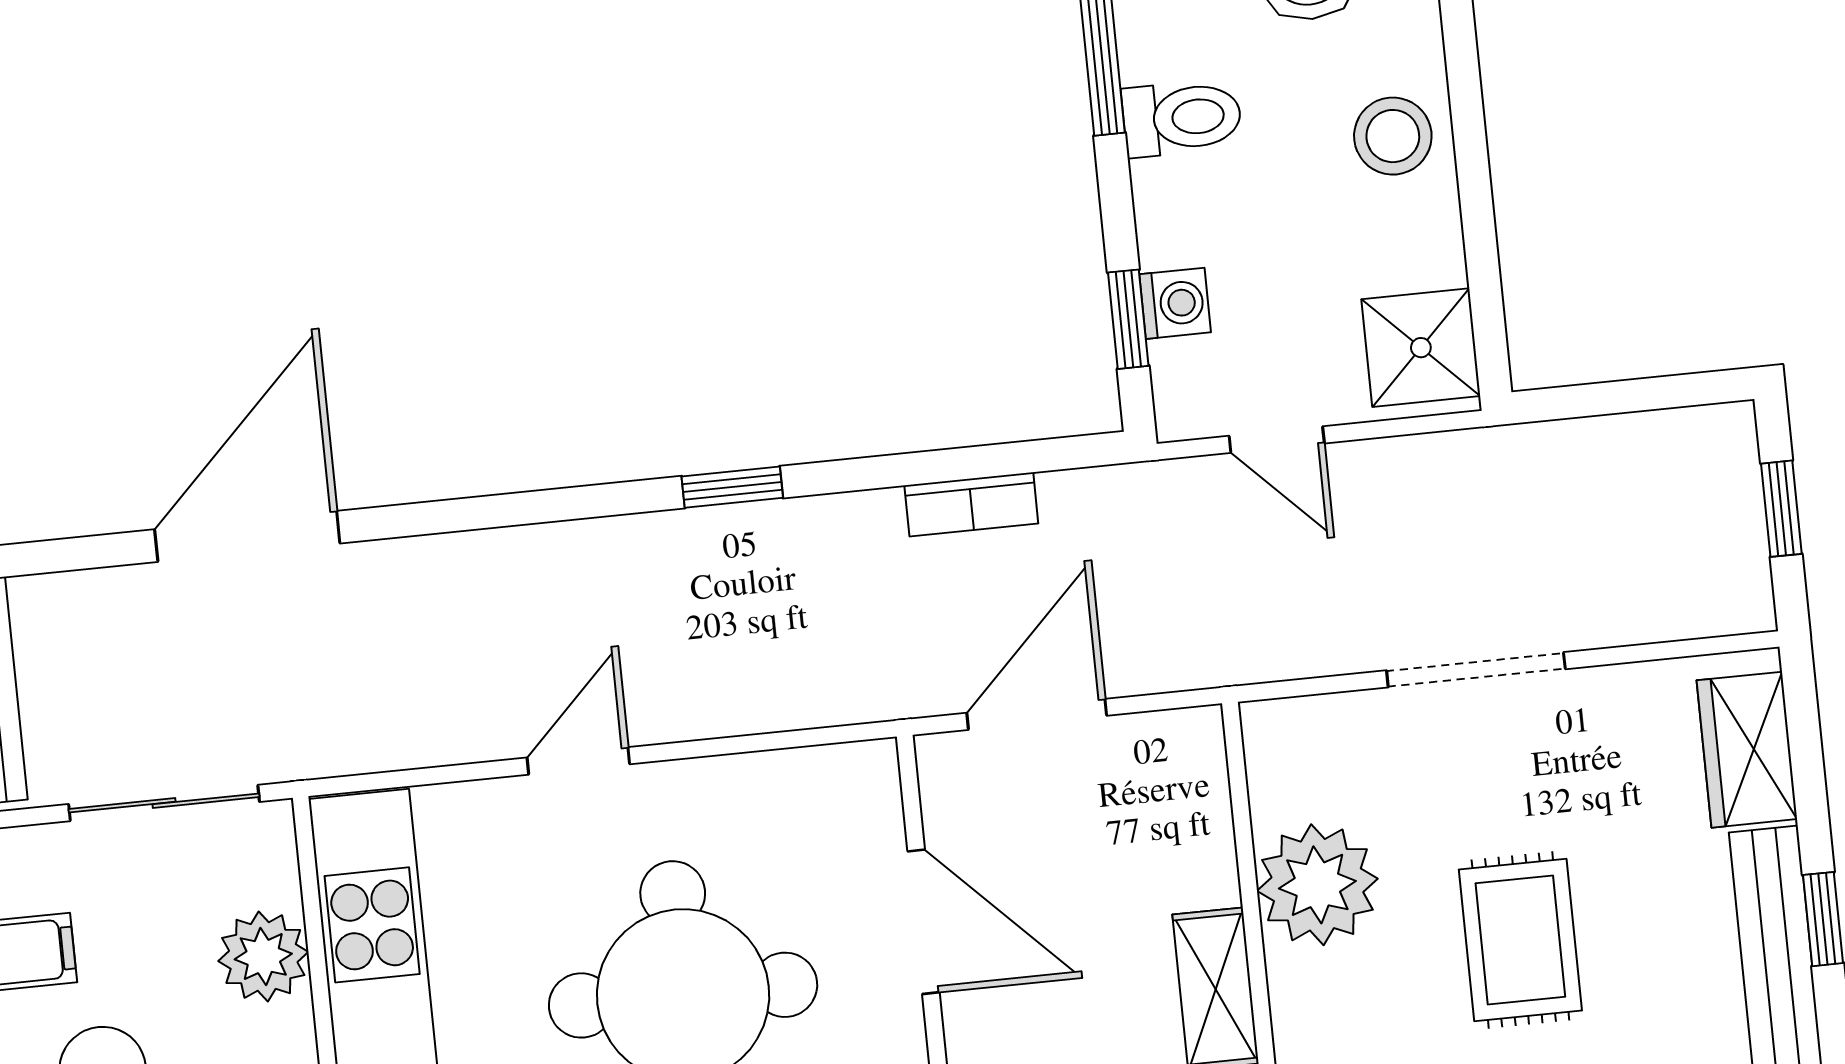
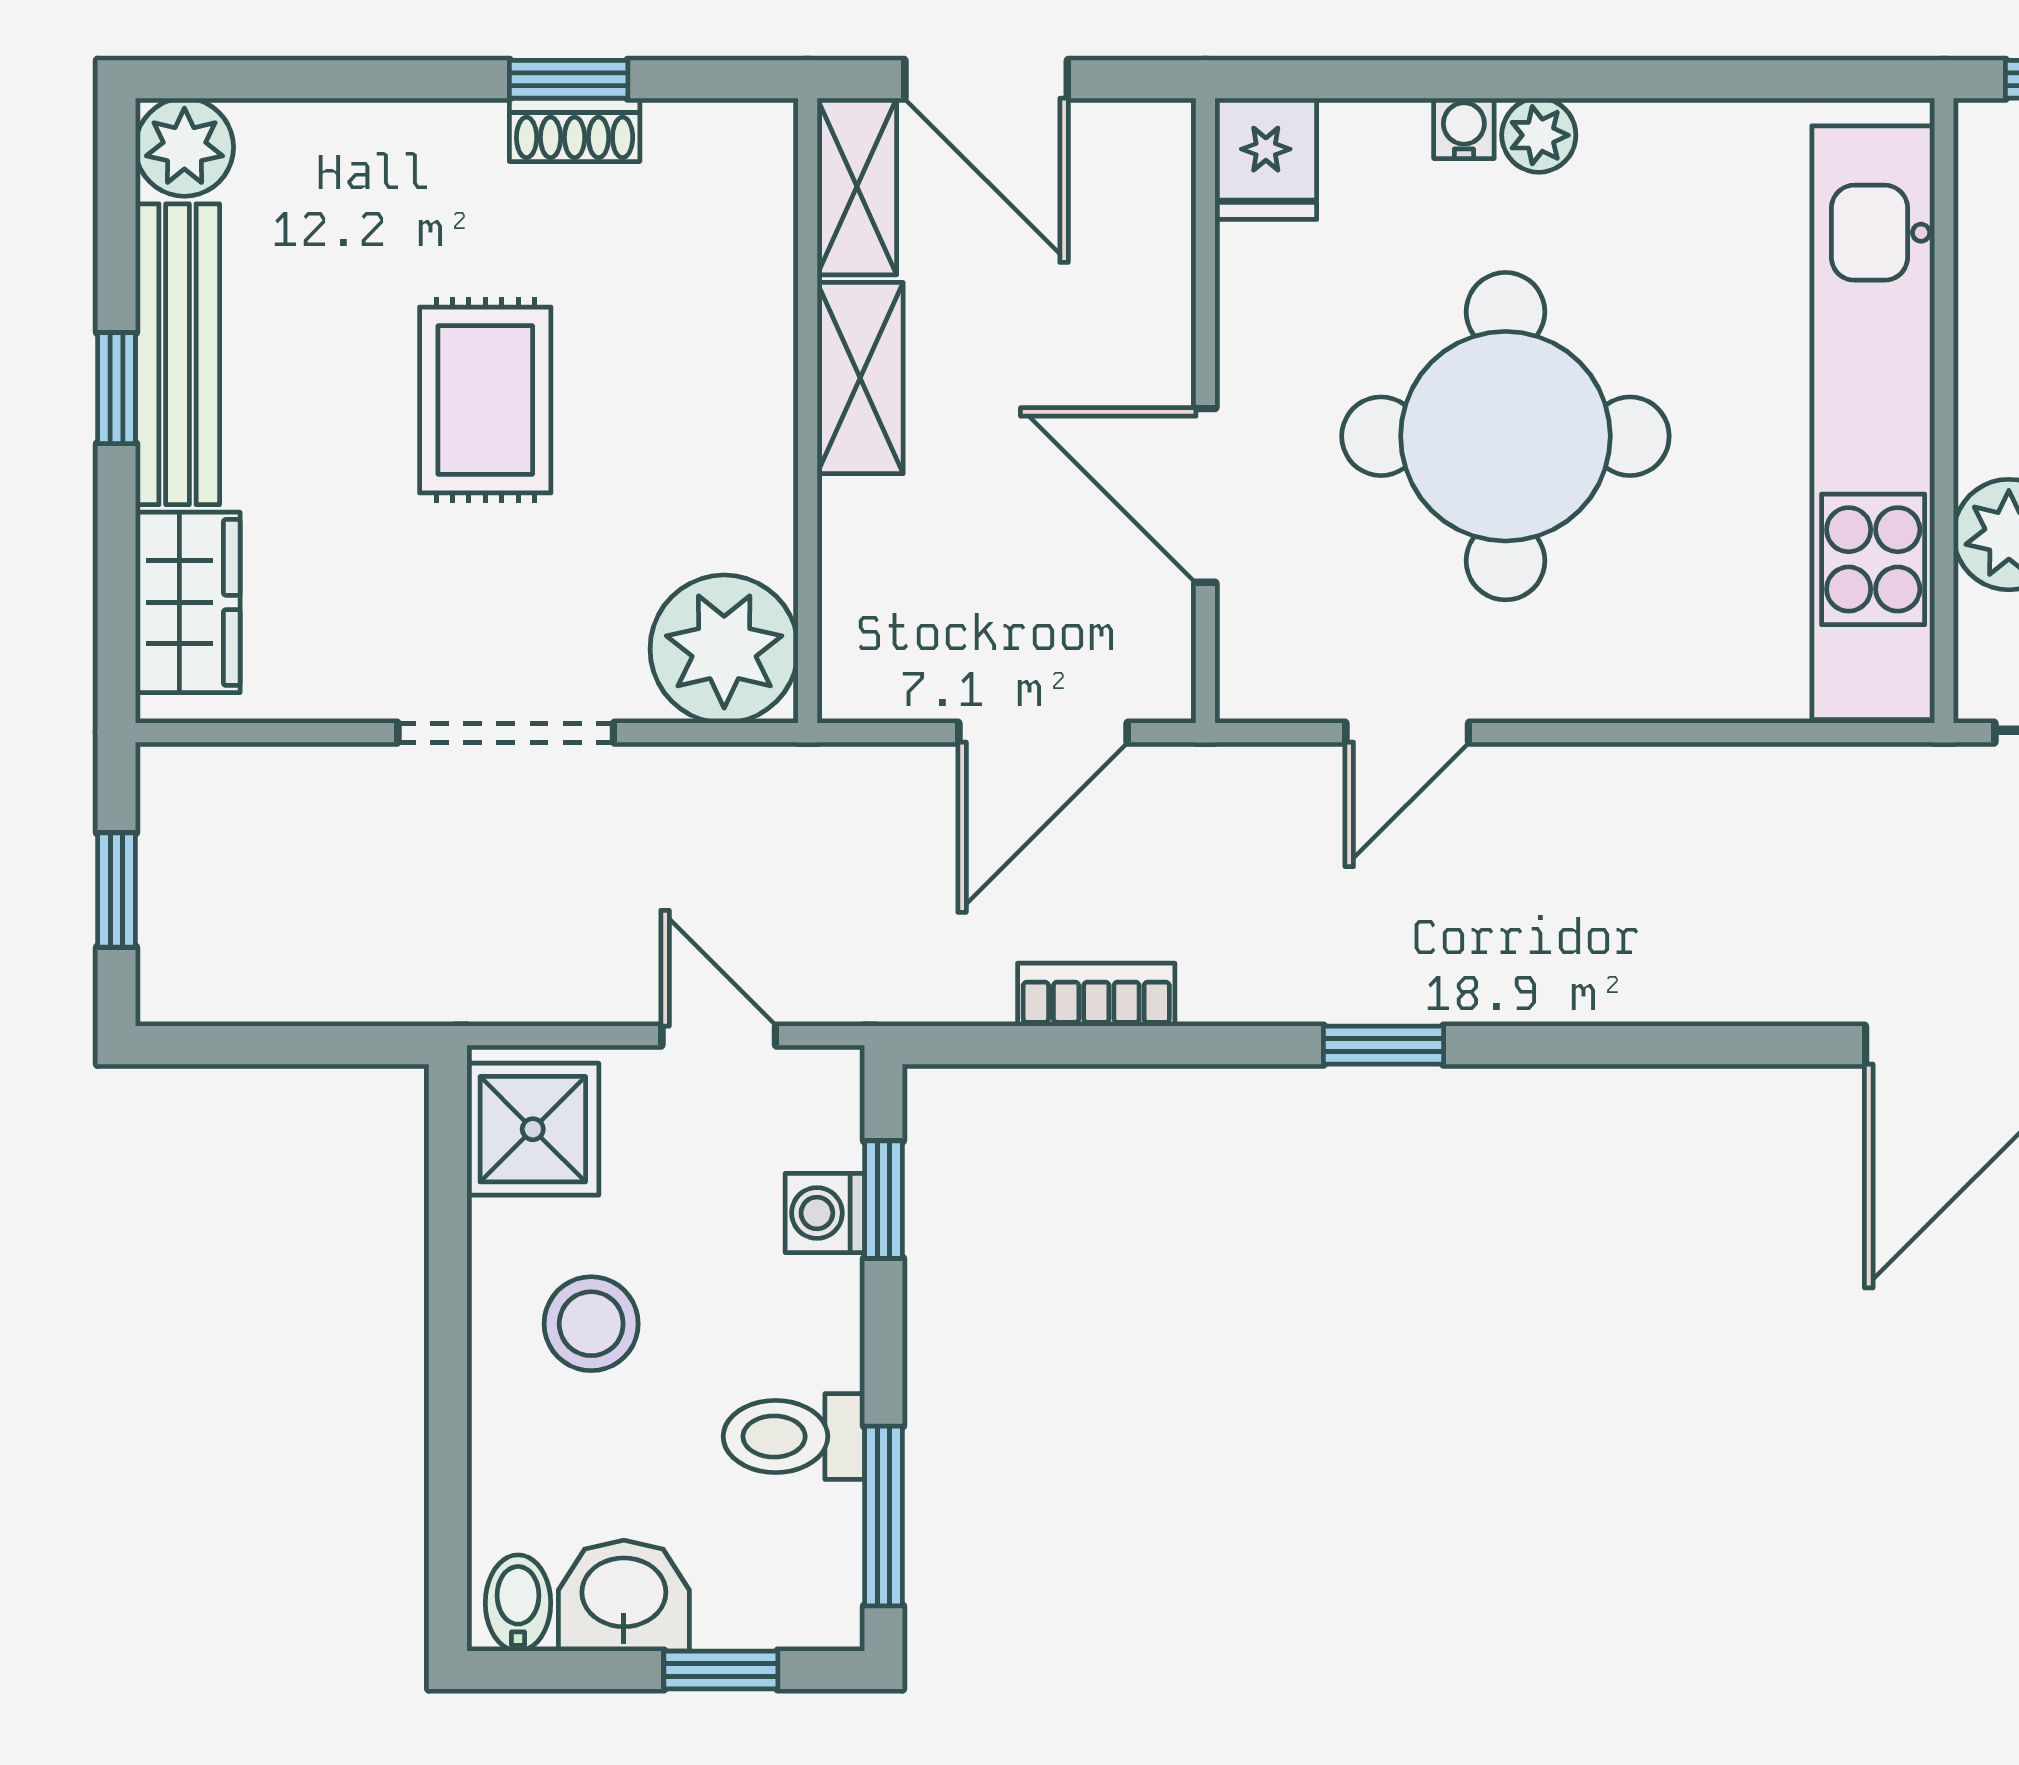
stool: (1393, 136) -> (591, 1324), moved
door: (578, 761) -> (1407, 733), moved
plant: (1317, 885) -> (724, 649), moved

